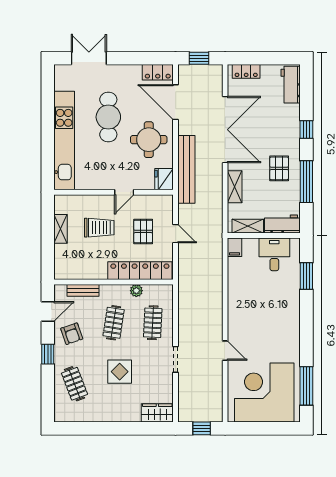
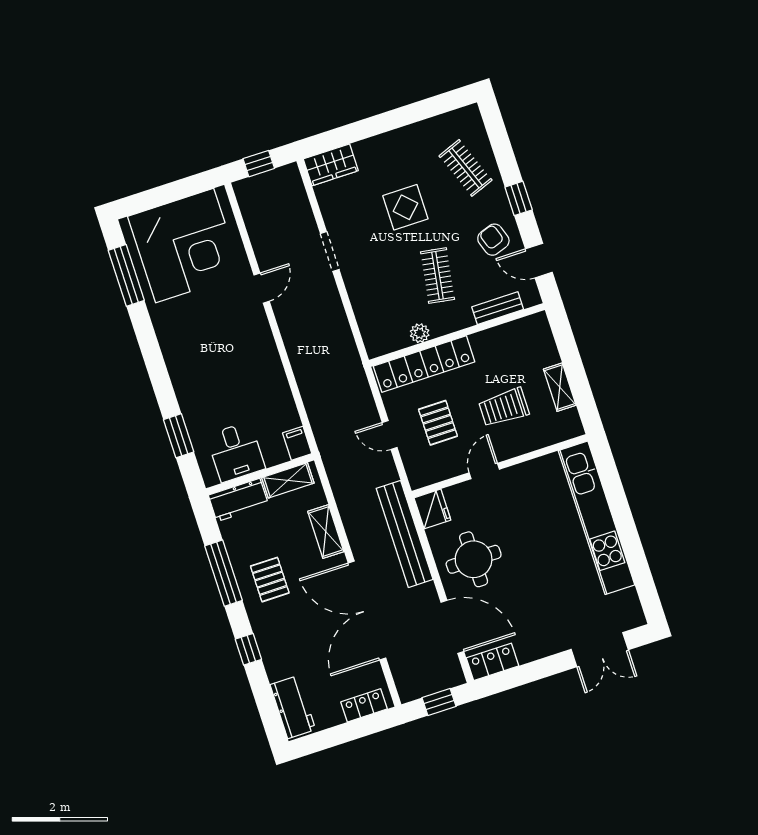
cafe table: (108, 117) -> (543, 573), removed
door: (48, 311) -> (539, 261), hinge flipped
clothes rail: (153, 323) -> (380, 294), removed
door: (225, 351) -> (262, 288), swing flipped

